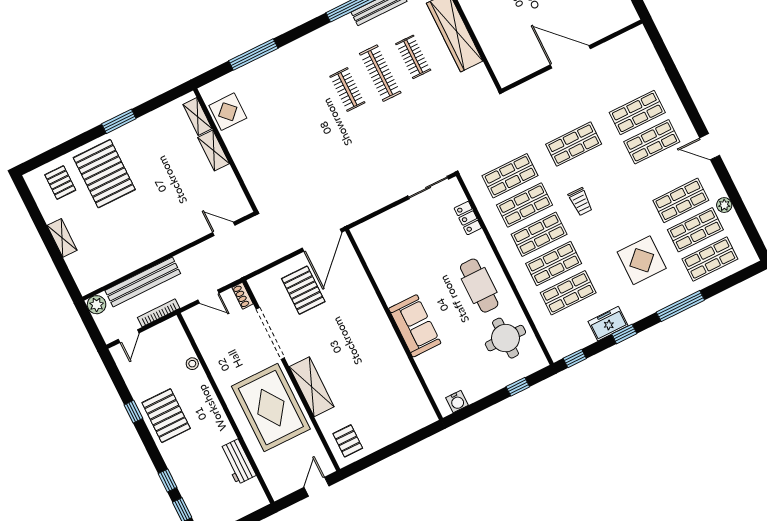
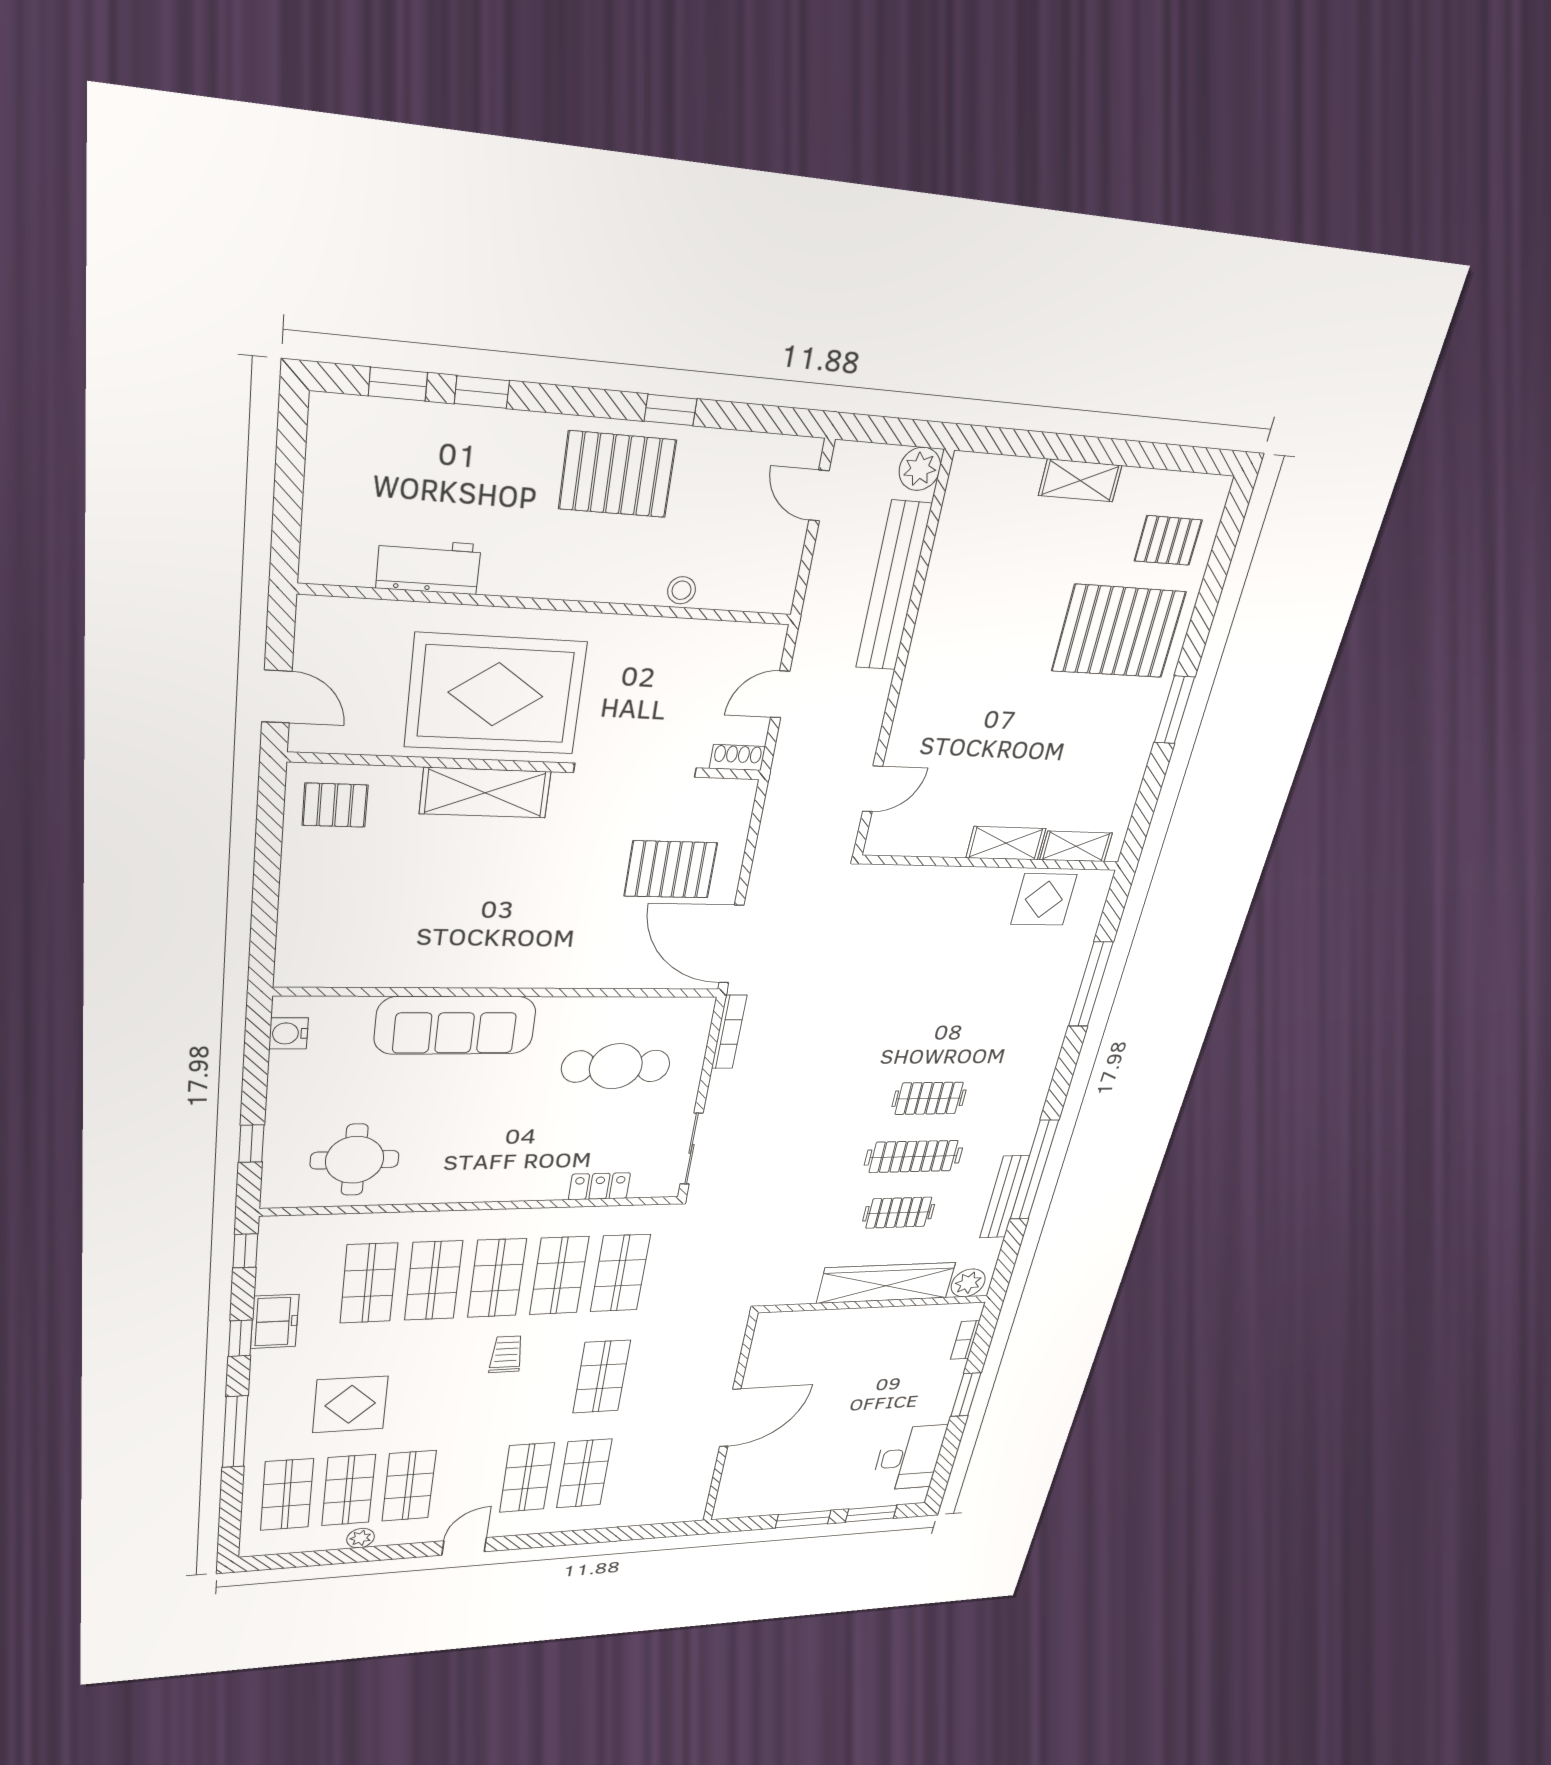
trolley: (580, 202) -> (506, 1354), turned 90
cafe table: (479, 286) -> (616, 1066), moved
bookcase: (159, 313) -> (729, 1032), moved
sofa: (415, 326) -> (455, 1025), width x1.36

